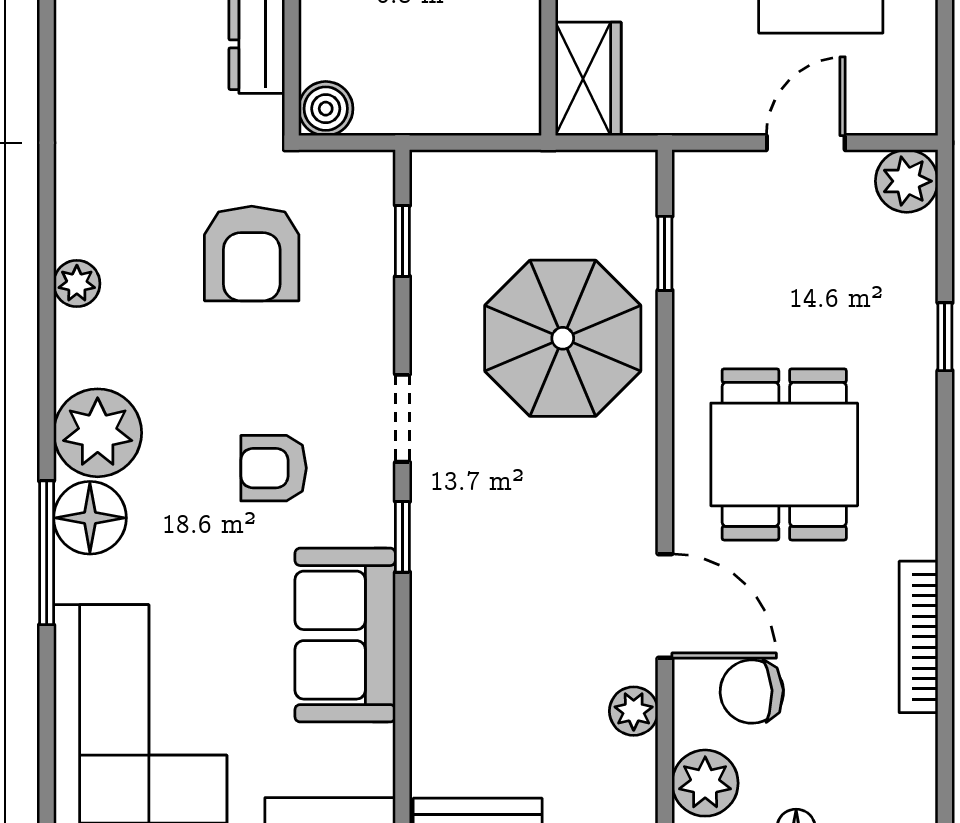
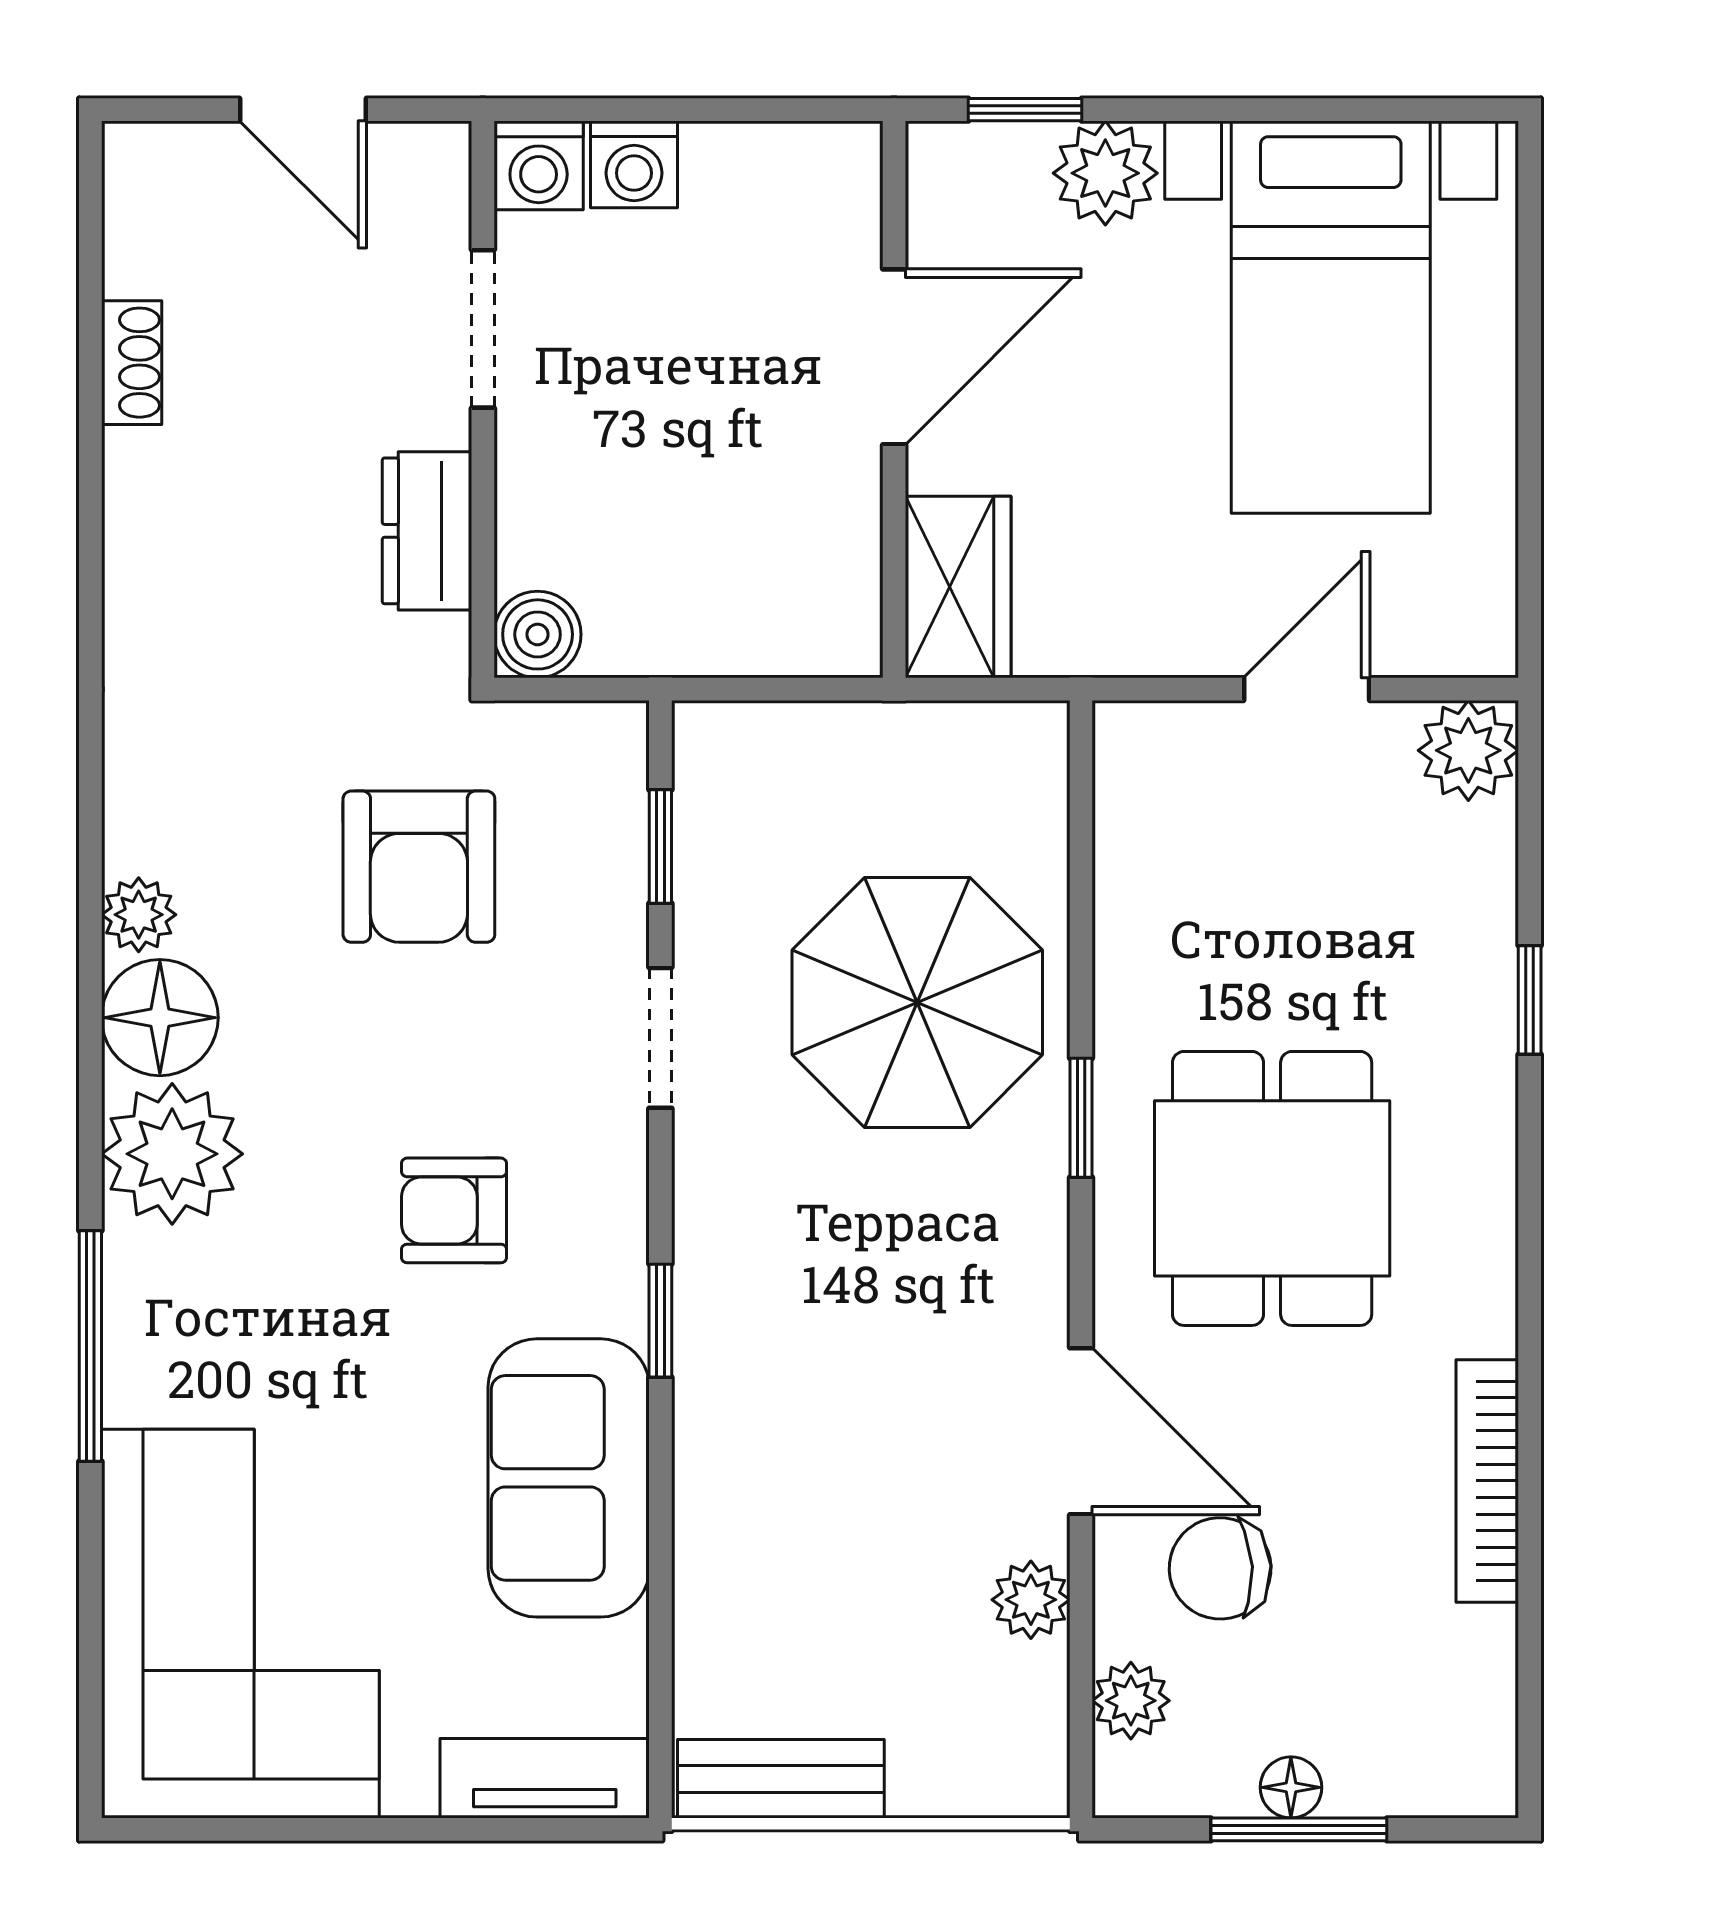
window: (665, 253) -> (1081, 1118), moved
doorway: (402, 418) -> (660, 1038), moved
floor lamp: (90, 518) -> (160, 1018), moved
plant: (705, 783) -> (1131, 1701), width x0.73, depth x0.73

